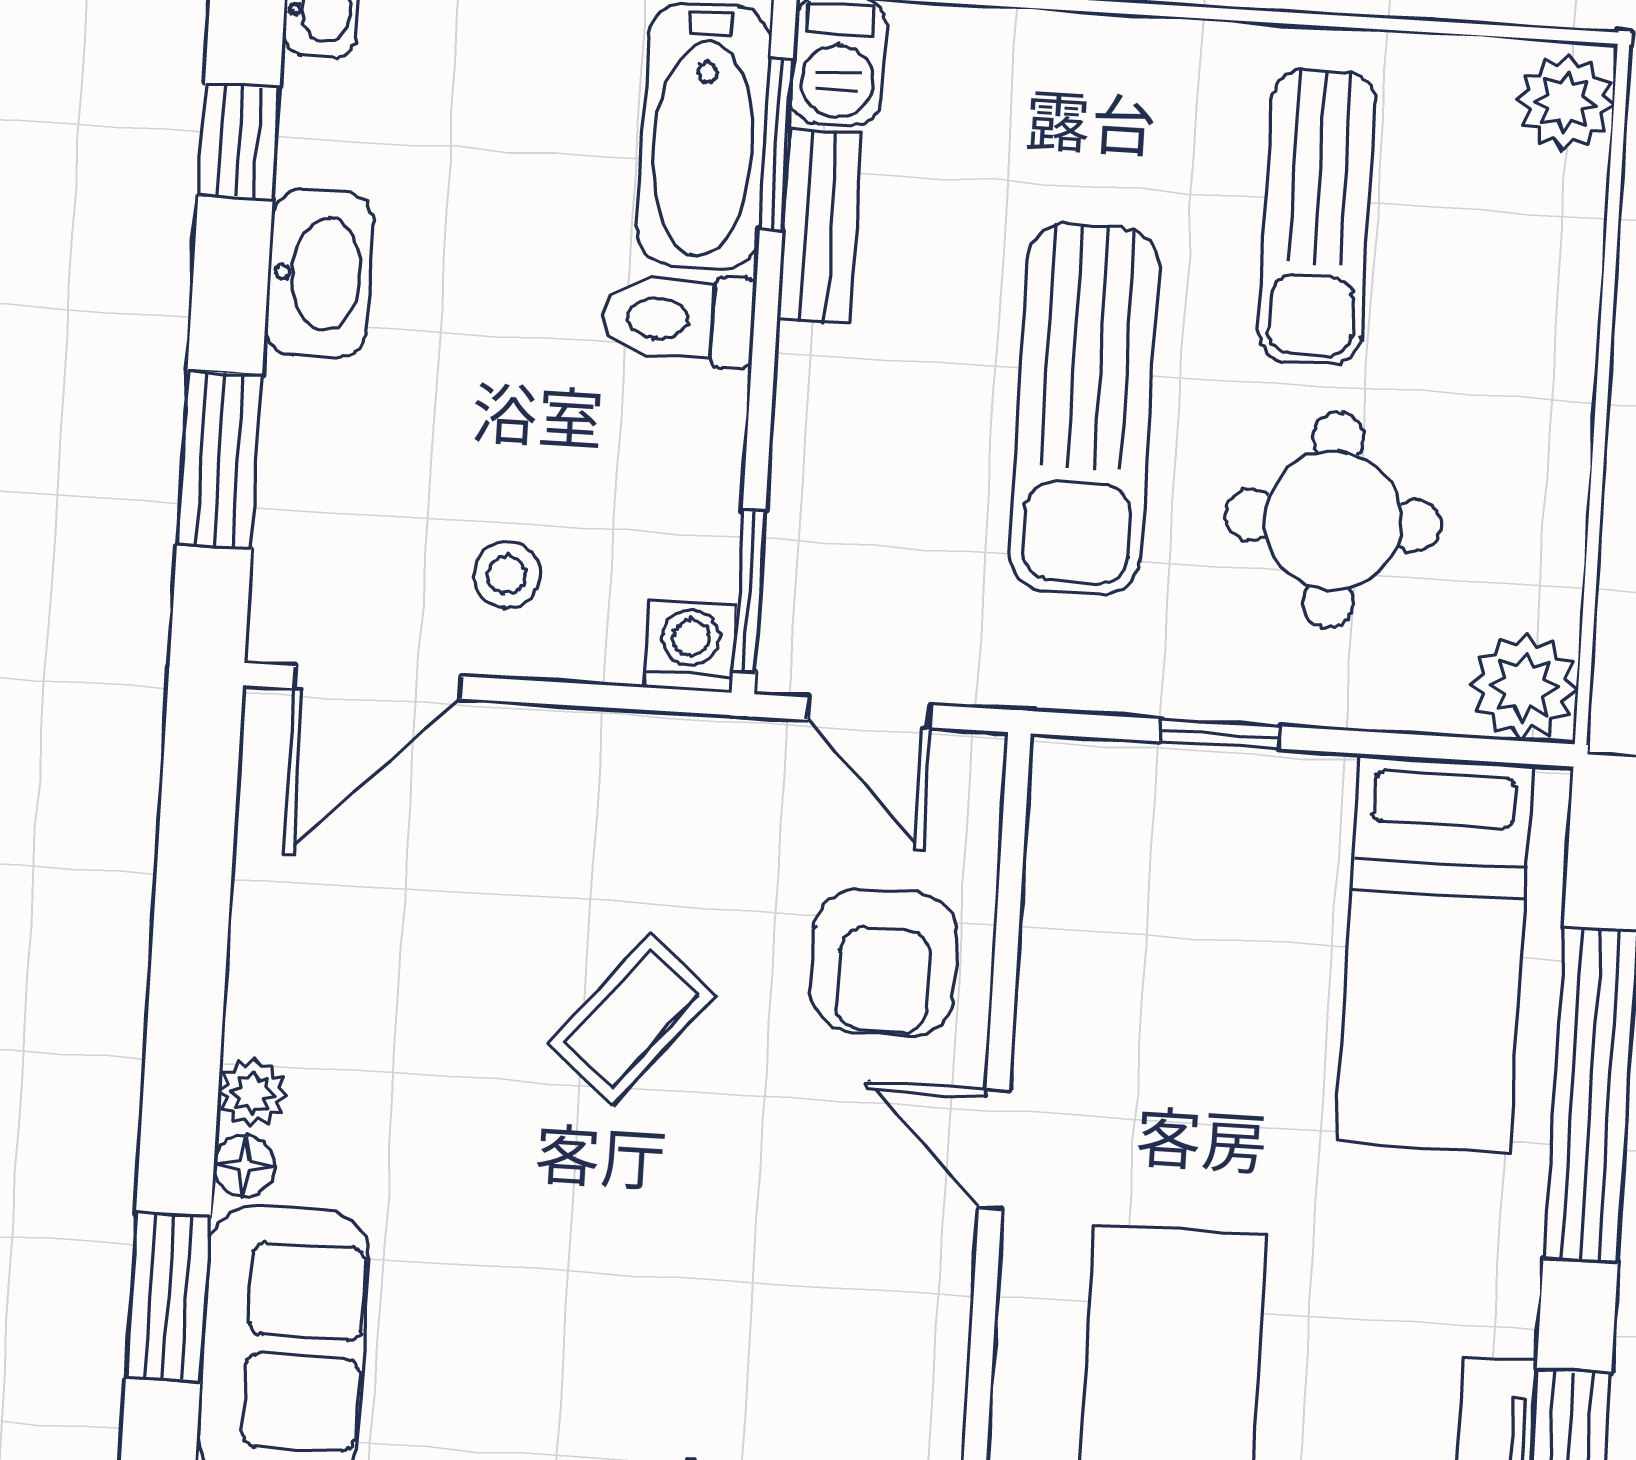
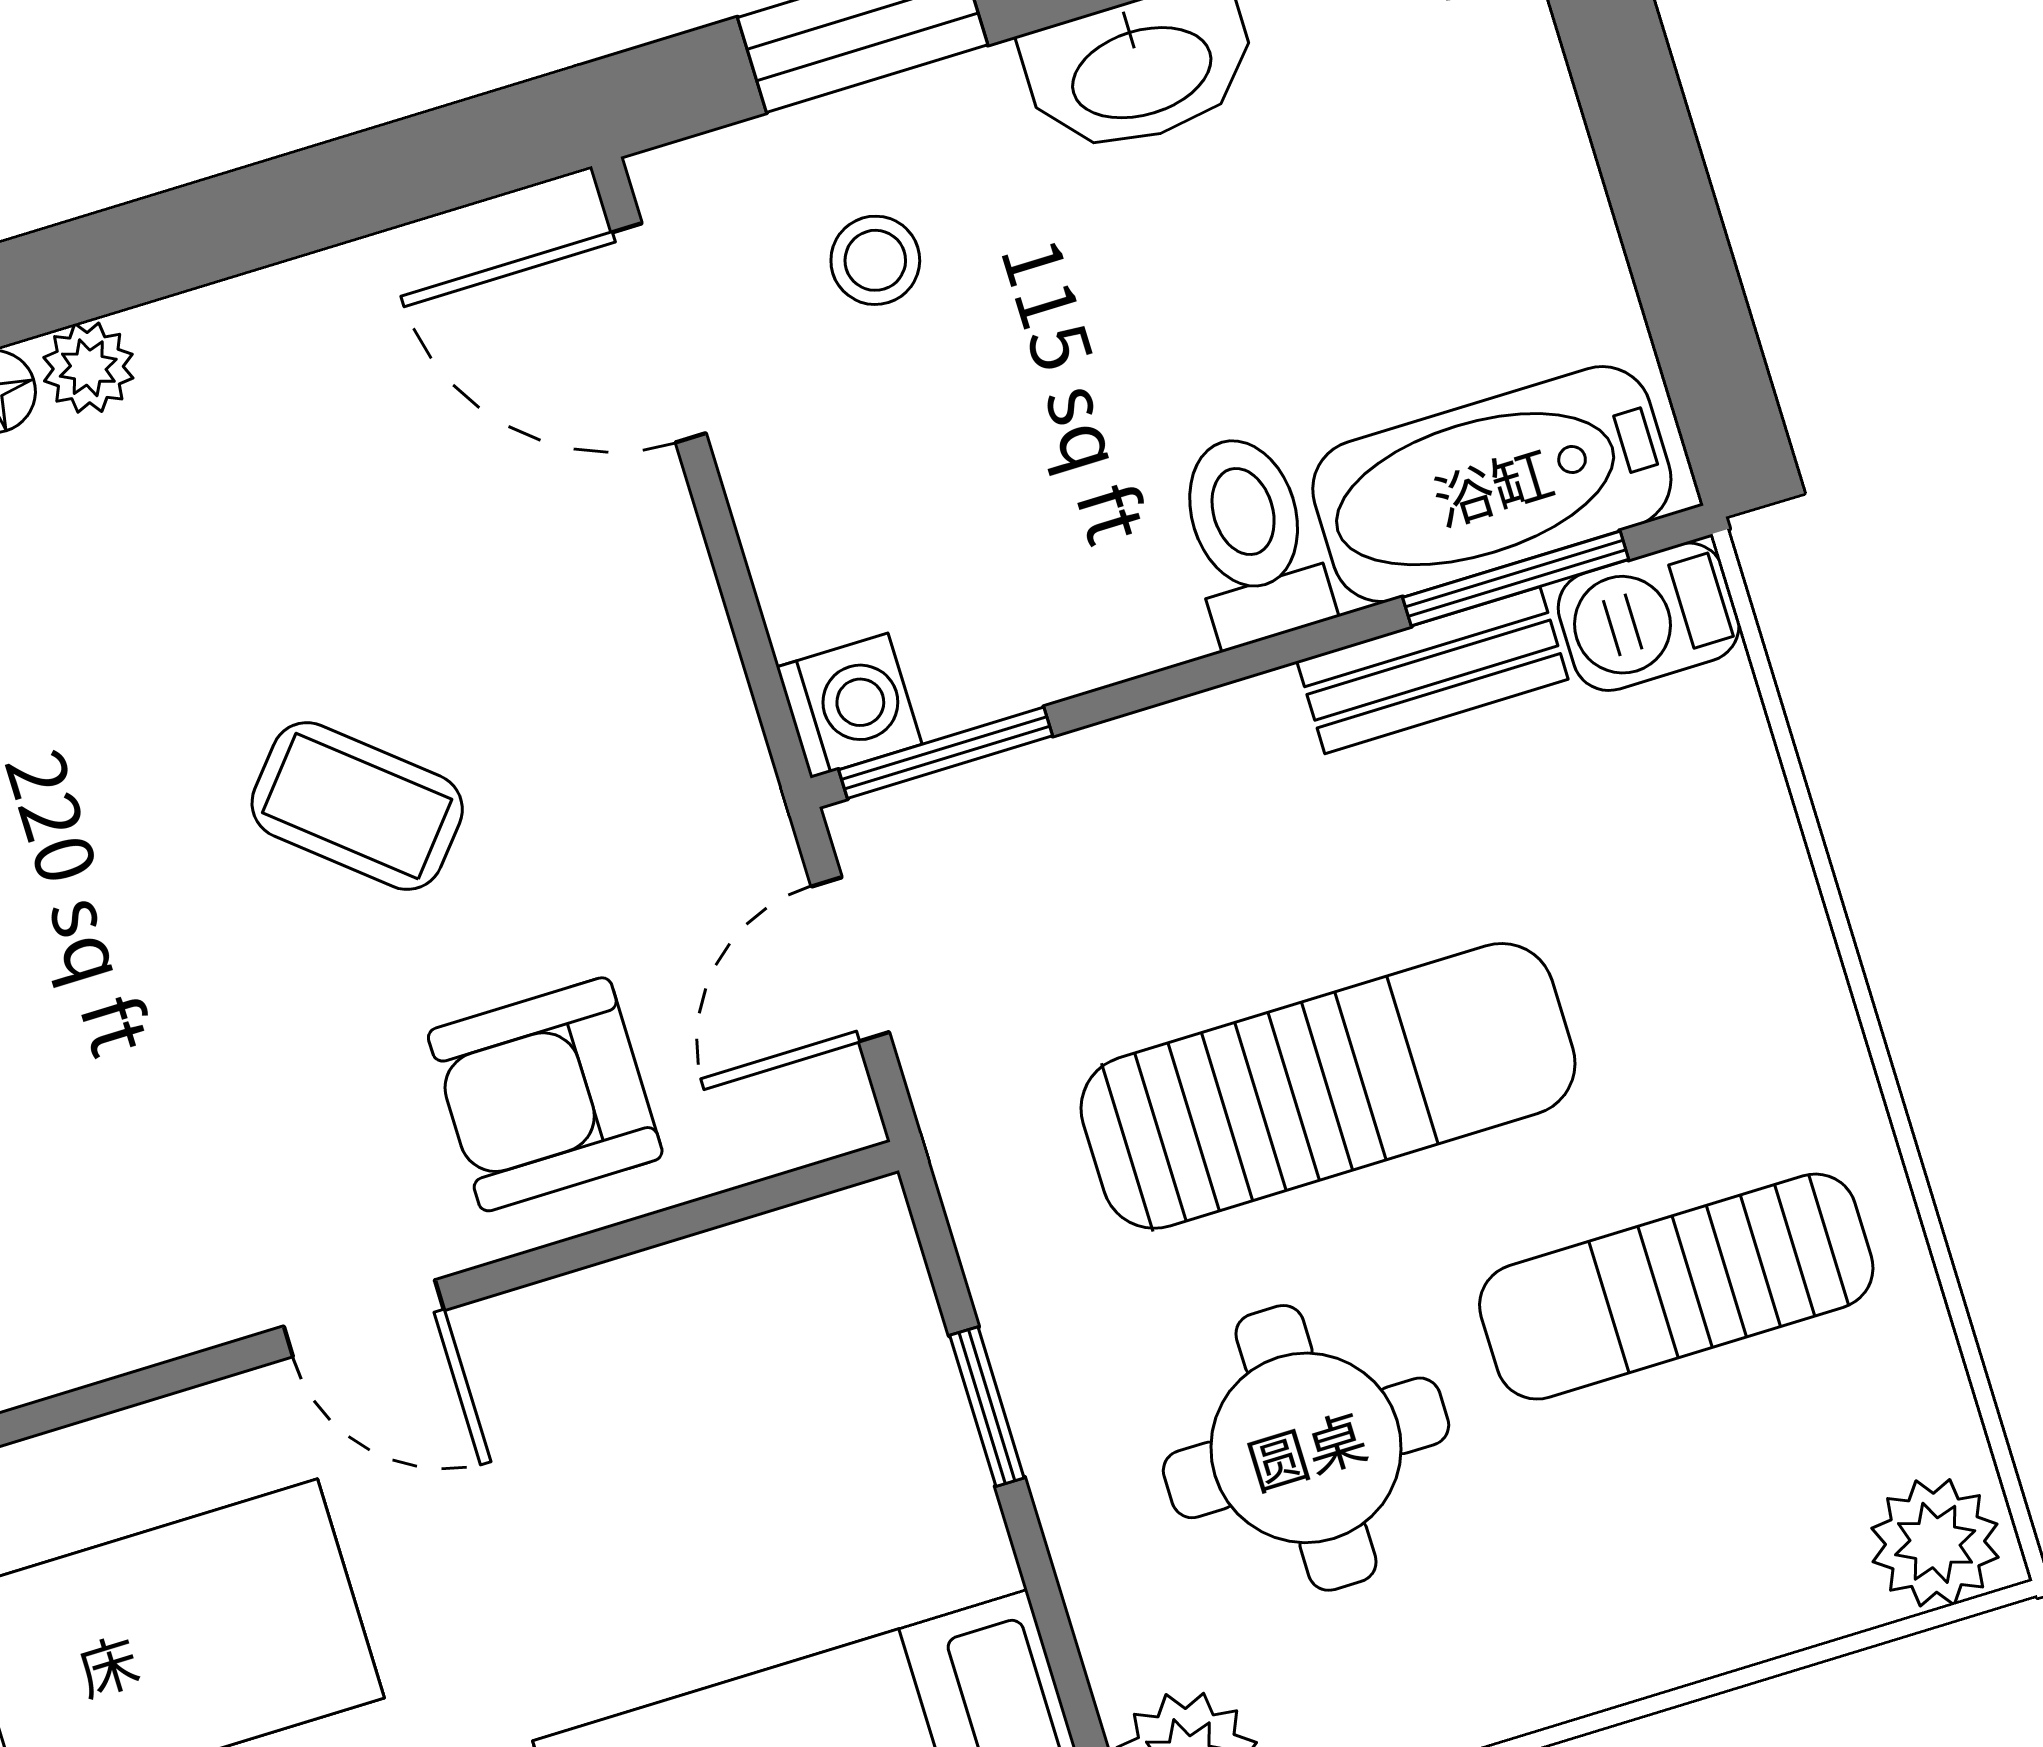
sun lounger: (1084, 409) -> (1328, 1086), turned 180
stool: (507, 575) -> (875, 260), moved
door: (994, 1149) -> (364, 1318), swing flipped

